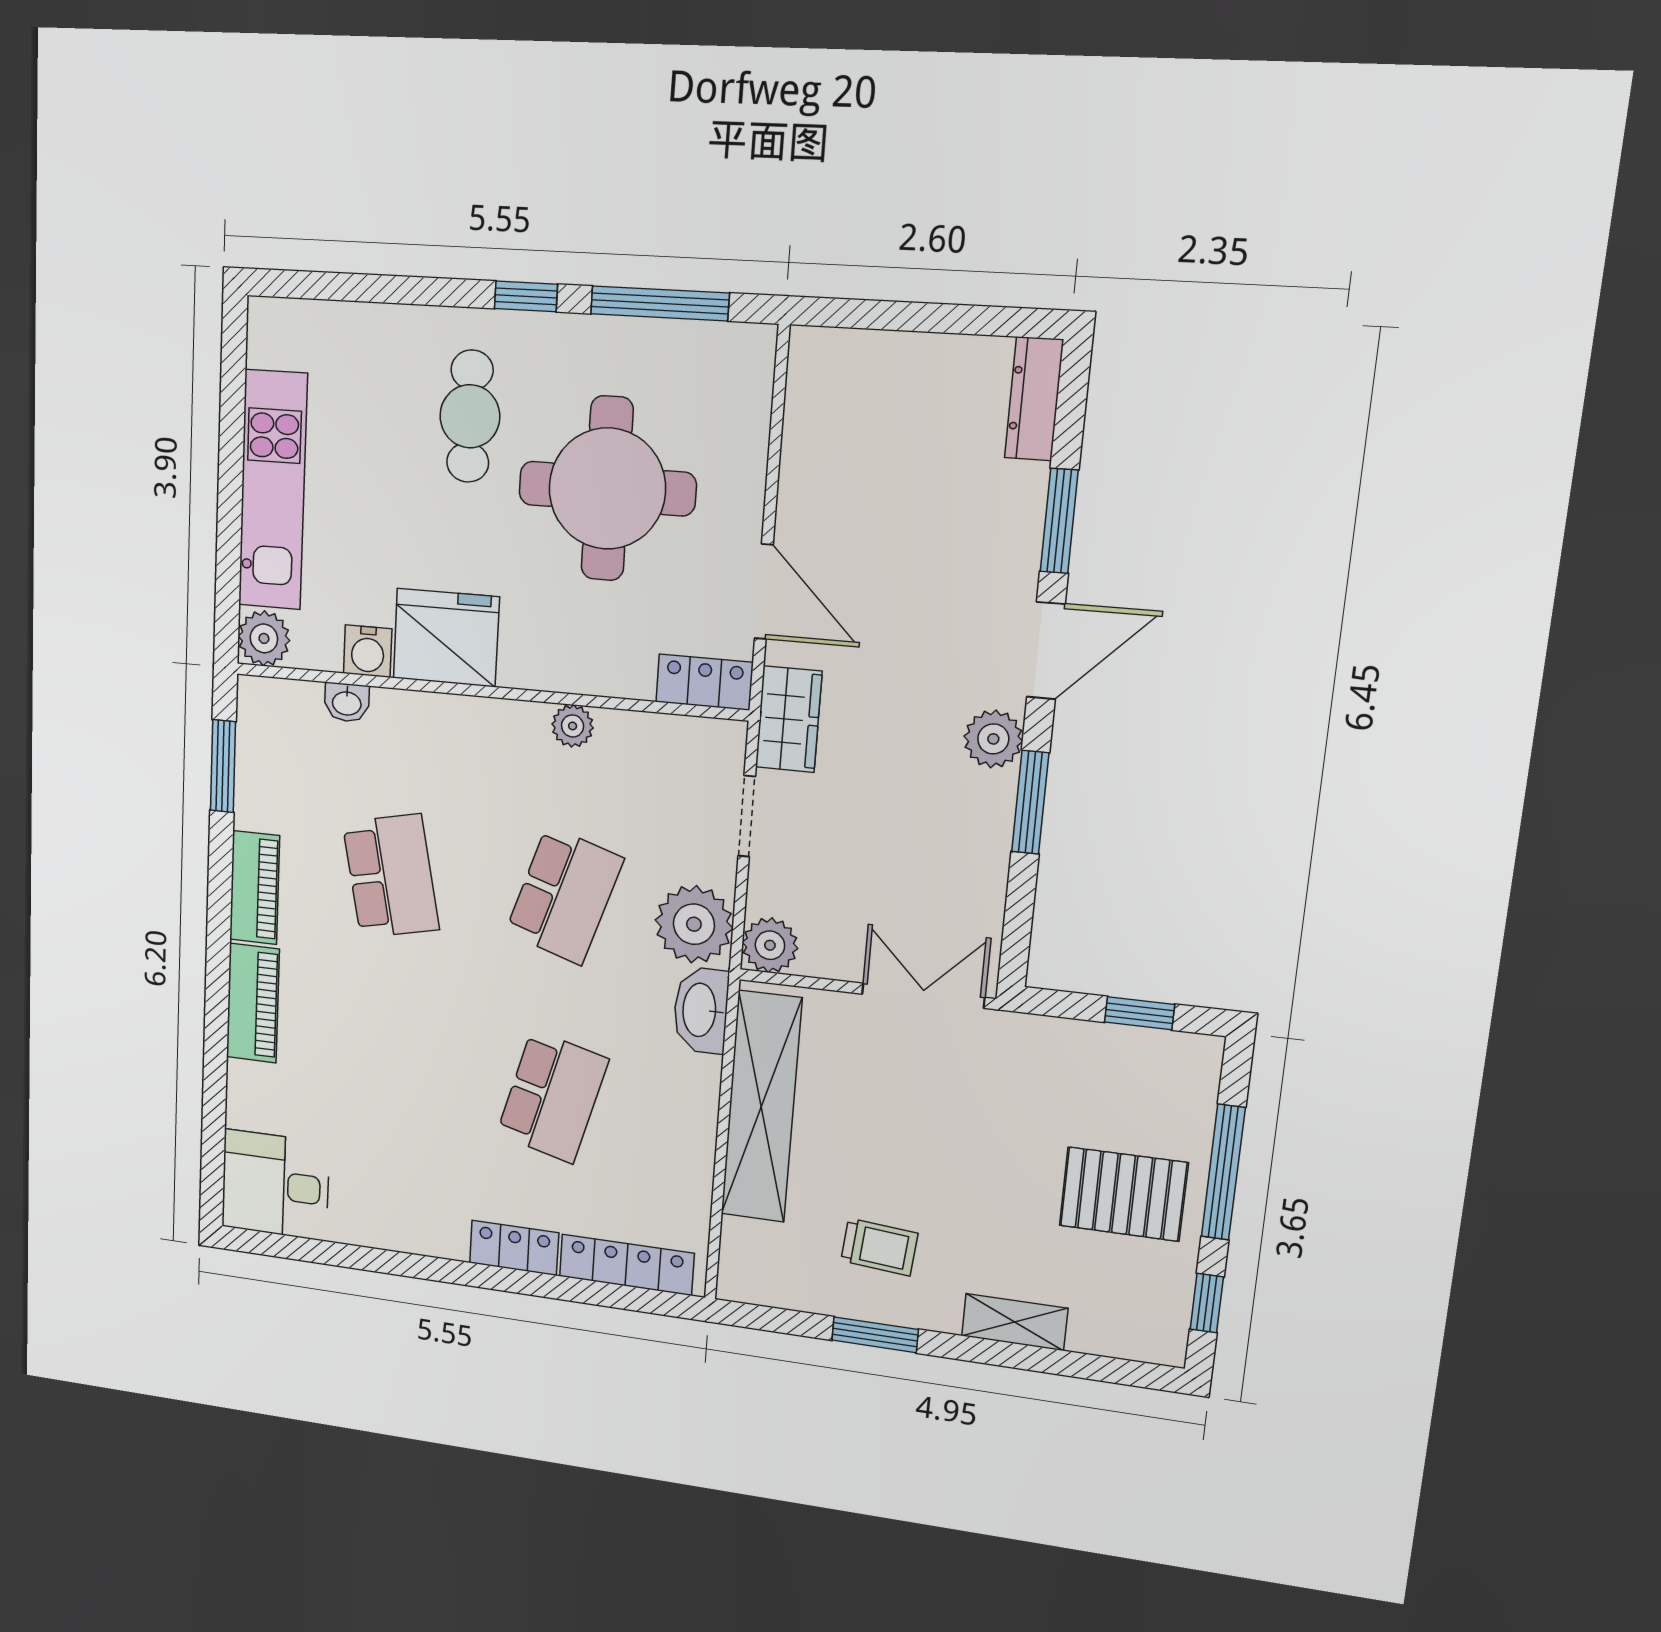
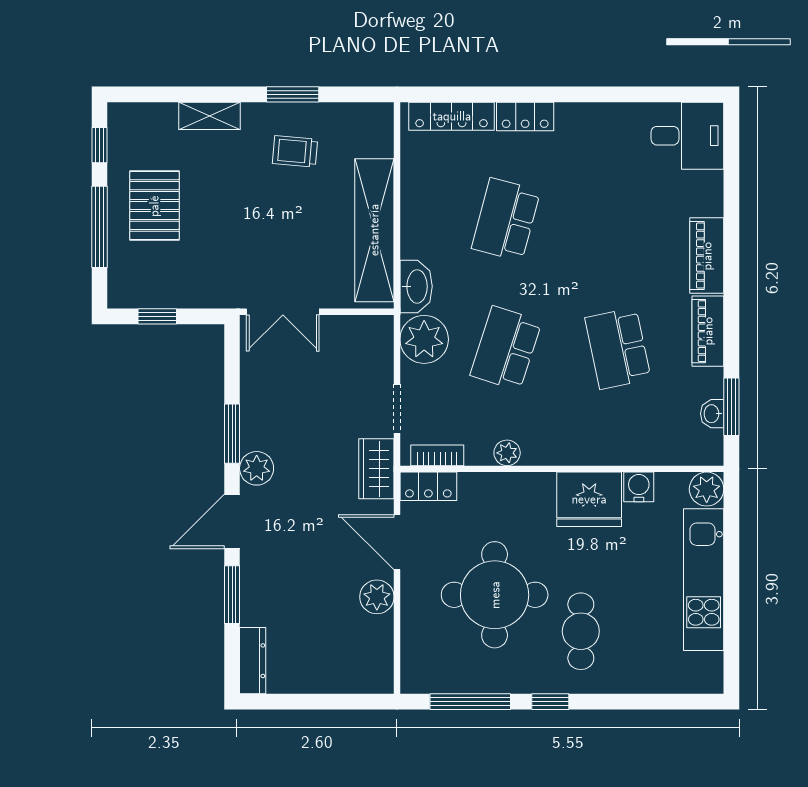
washbasin: (347, 702) -> (712, 414), moved, turned -90
bookcase: (686, 733) -> (437, 455), added
plant: (770, 945) -> (377, 597), moved
pallet: (1123, 1194) -> (154, 206), turned 90

